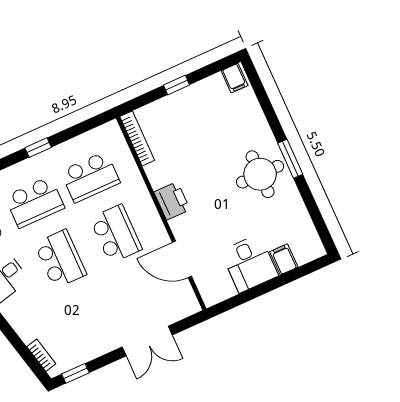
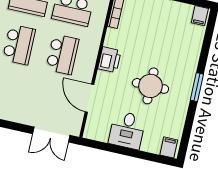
round table: (260, 174) -> (150, 86), moved
filing cabinet: (284, 259) -> (169, 147), moved
double door: (147, 341) -> (51, 134), moved

